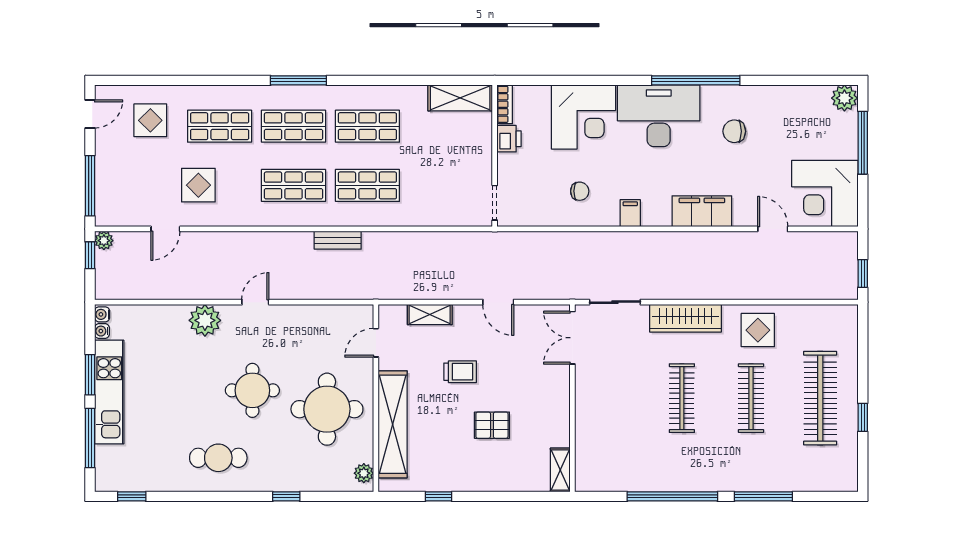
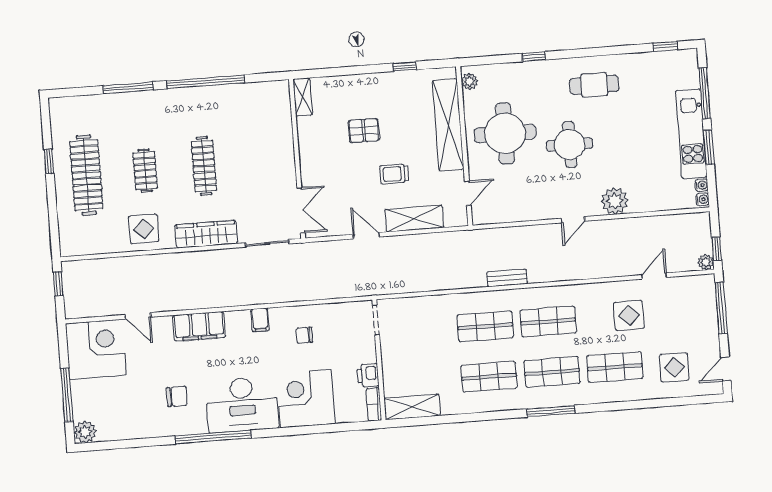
shelving: (430, 314) -> (414, 219), width x1.50, depth x1.33
clothes rail: (751, 398) -> (145, 171), width x0.73

